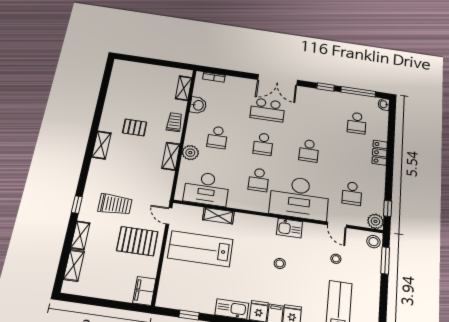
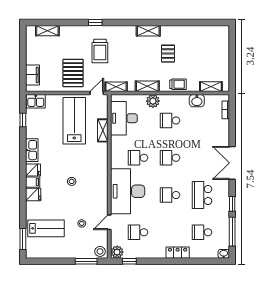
school desk: (268, 110) -> (202, 195), moved
kitchen sink: (290, 228) -> (36, 101), moved, turned -90
shelving: (80, 235) -> (116, 87), moved
filing cabinet: (144, 291) -> (32, 75), moved, turned 90

